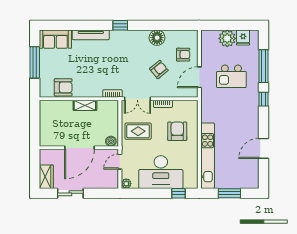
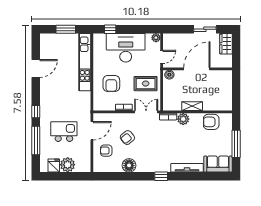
plant: (95, 91) -> (183, 119), added

